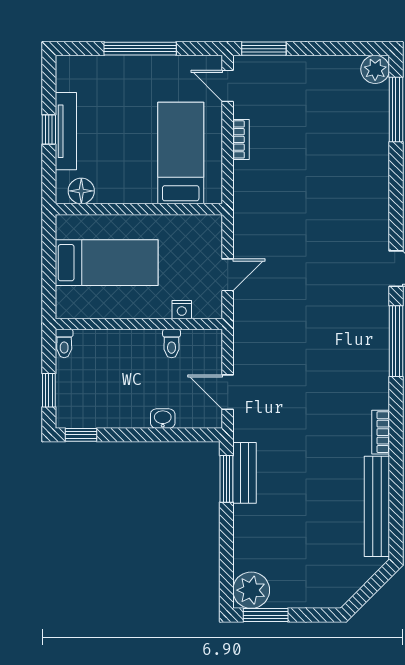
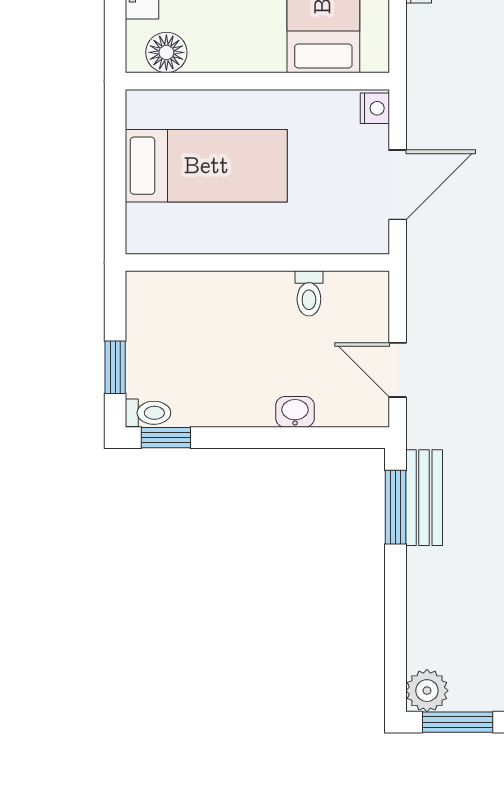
door: (228, 275) -> (398, 185), width x1.38
nightstand: (182, 310) -> (375, 108), moved, turned -90
toilet: (64, 343) -> (148, 413), moved, turned -90
plant: (251, 590) -> (427, 691), width x0.73, depth x0.73

